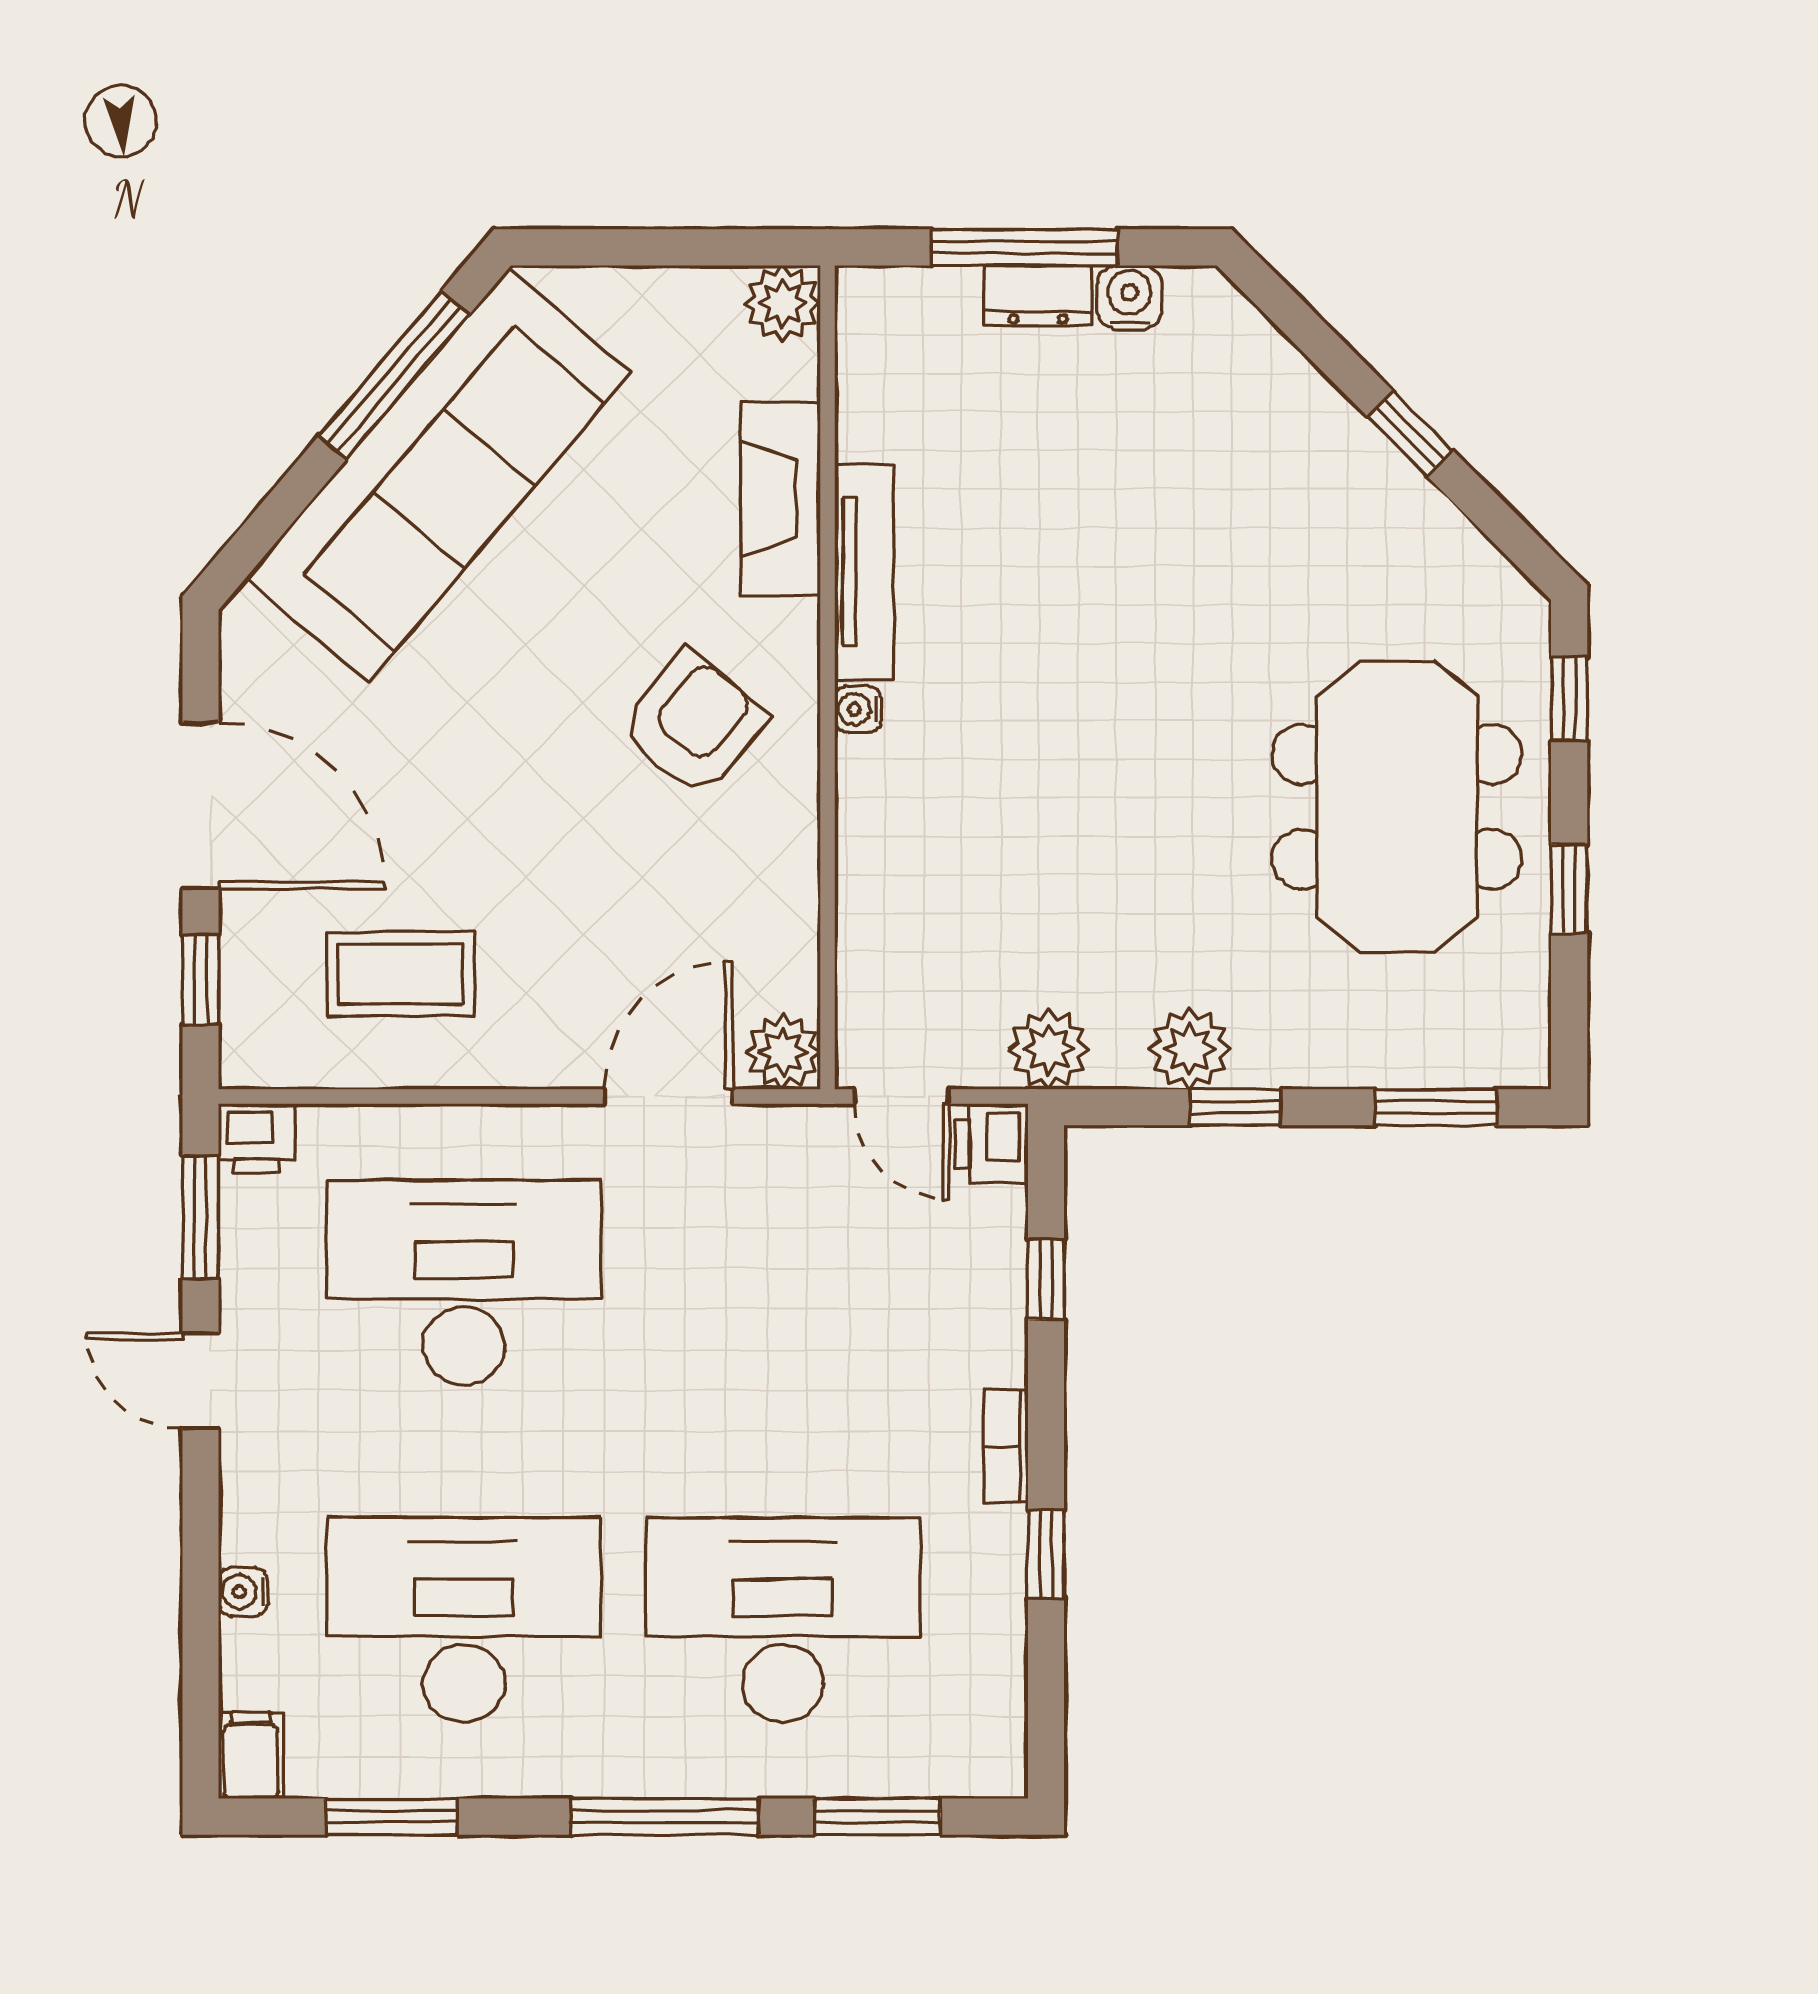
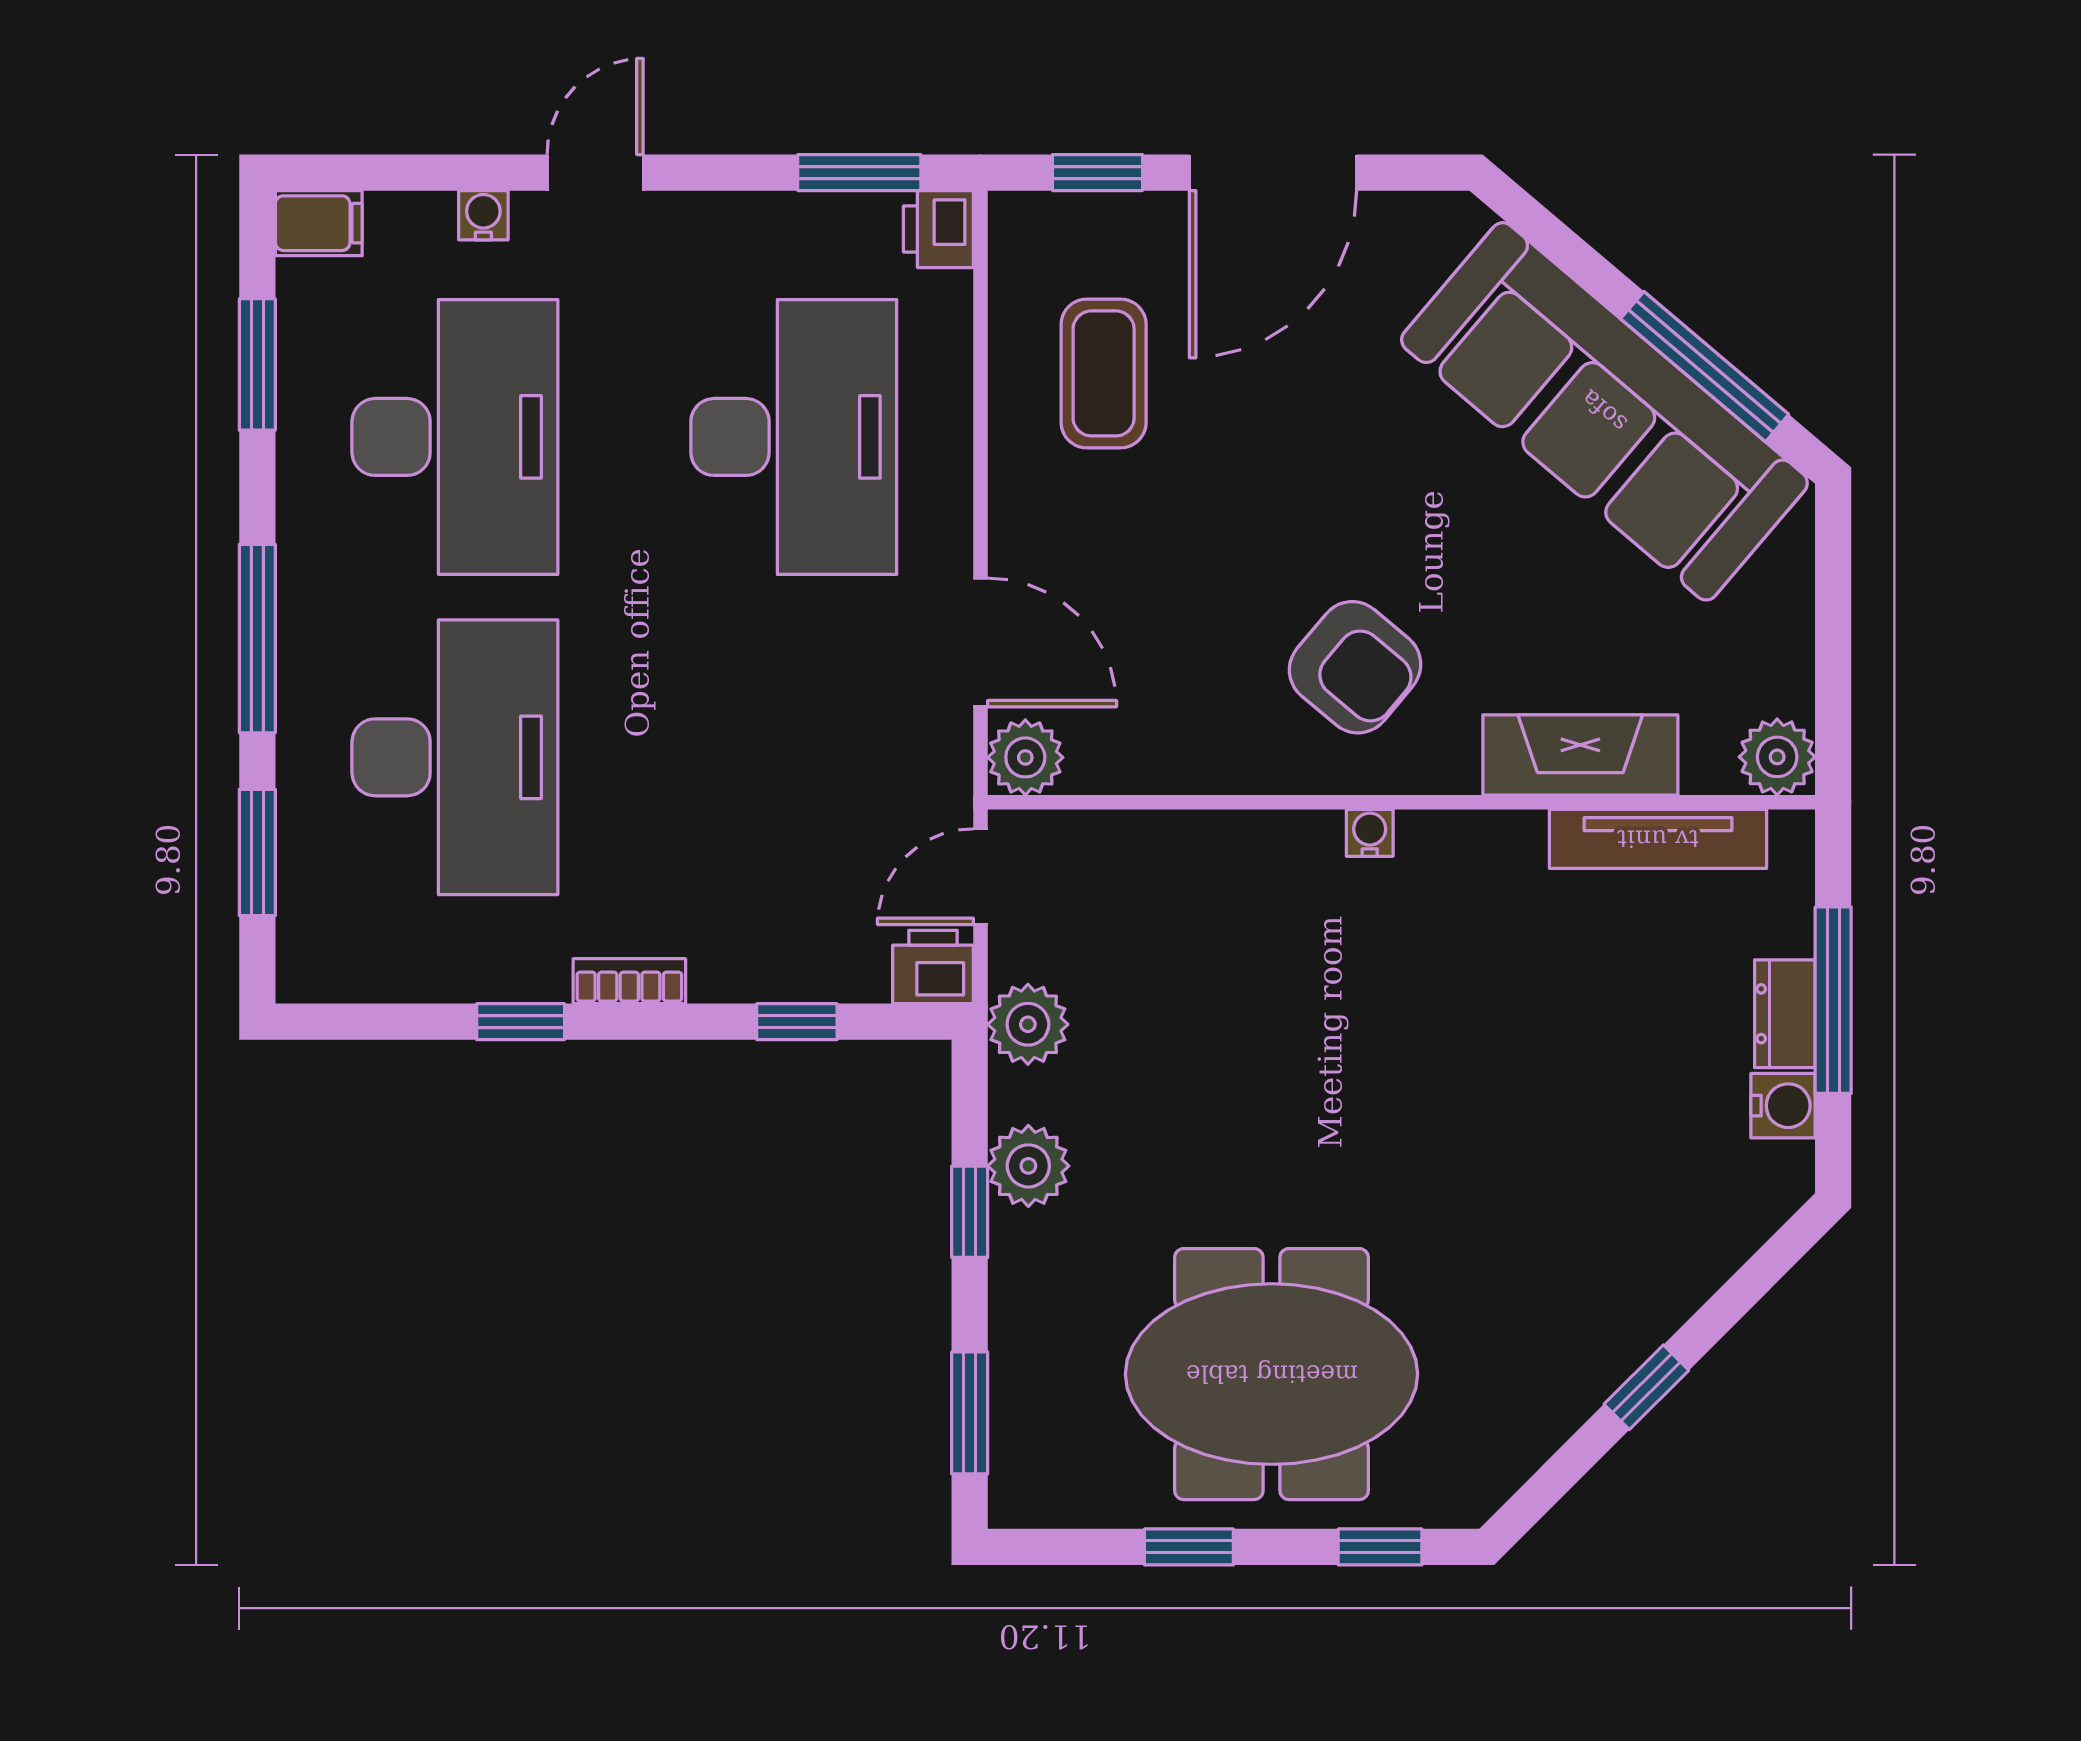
tv unit: (864, 572) -> (1658, 839), moved
door: (201, 1381) -> (595, 173), moved

